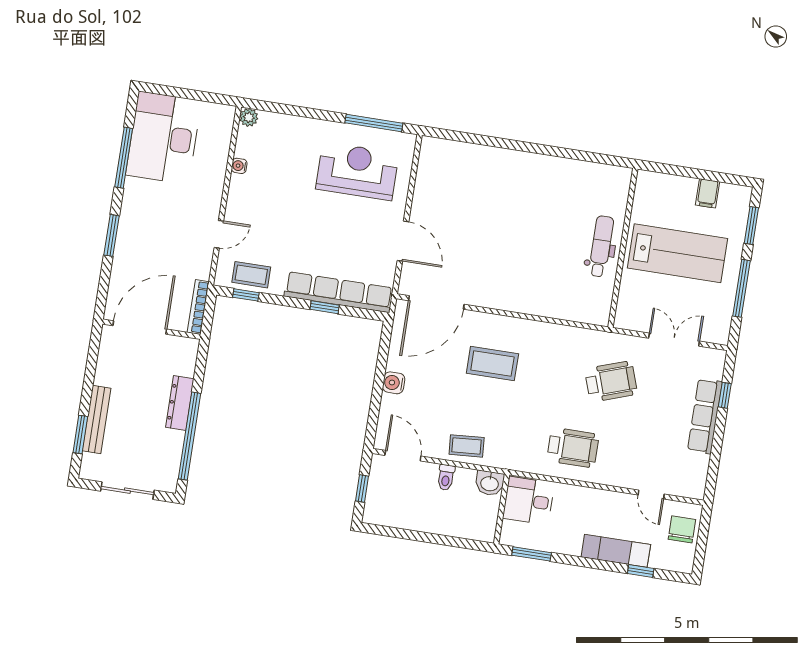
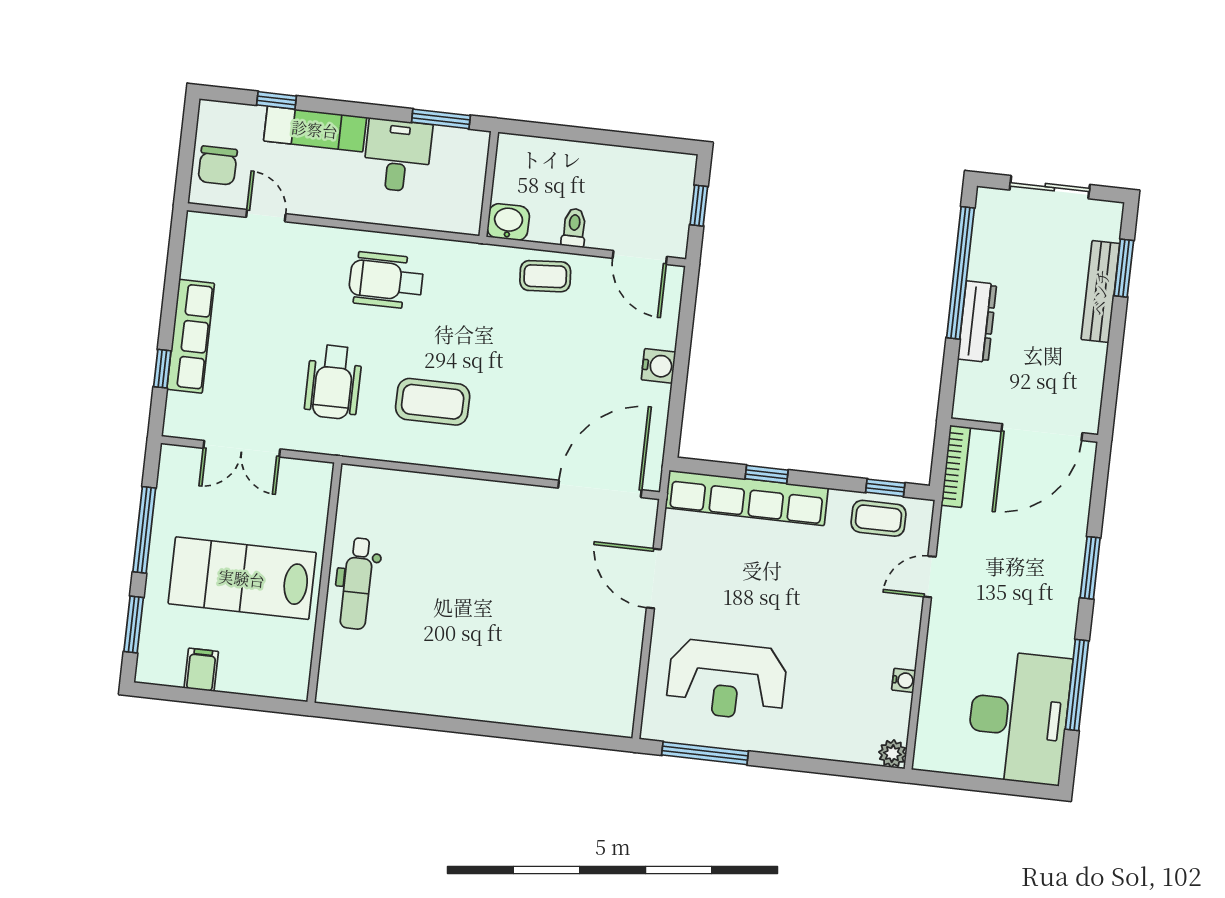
coffee table: (492, 363) -> (433, 402), moved
wheelchair: (611, 382) -> (333, 382), turned -71
desk: (529, 501) -> (397, 156), moved, turned -90

